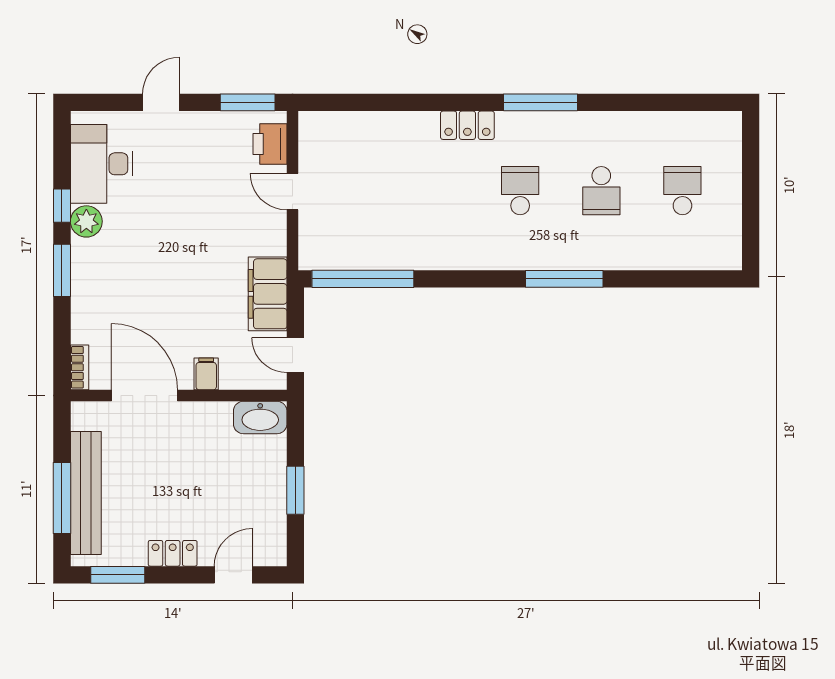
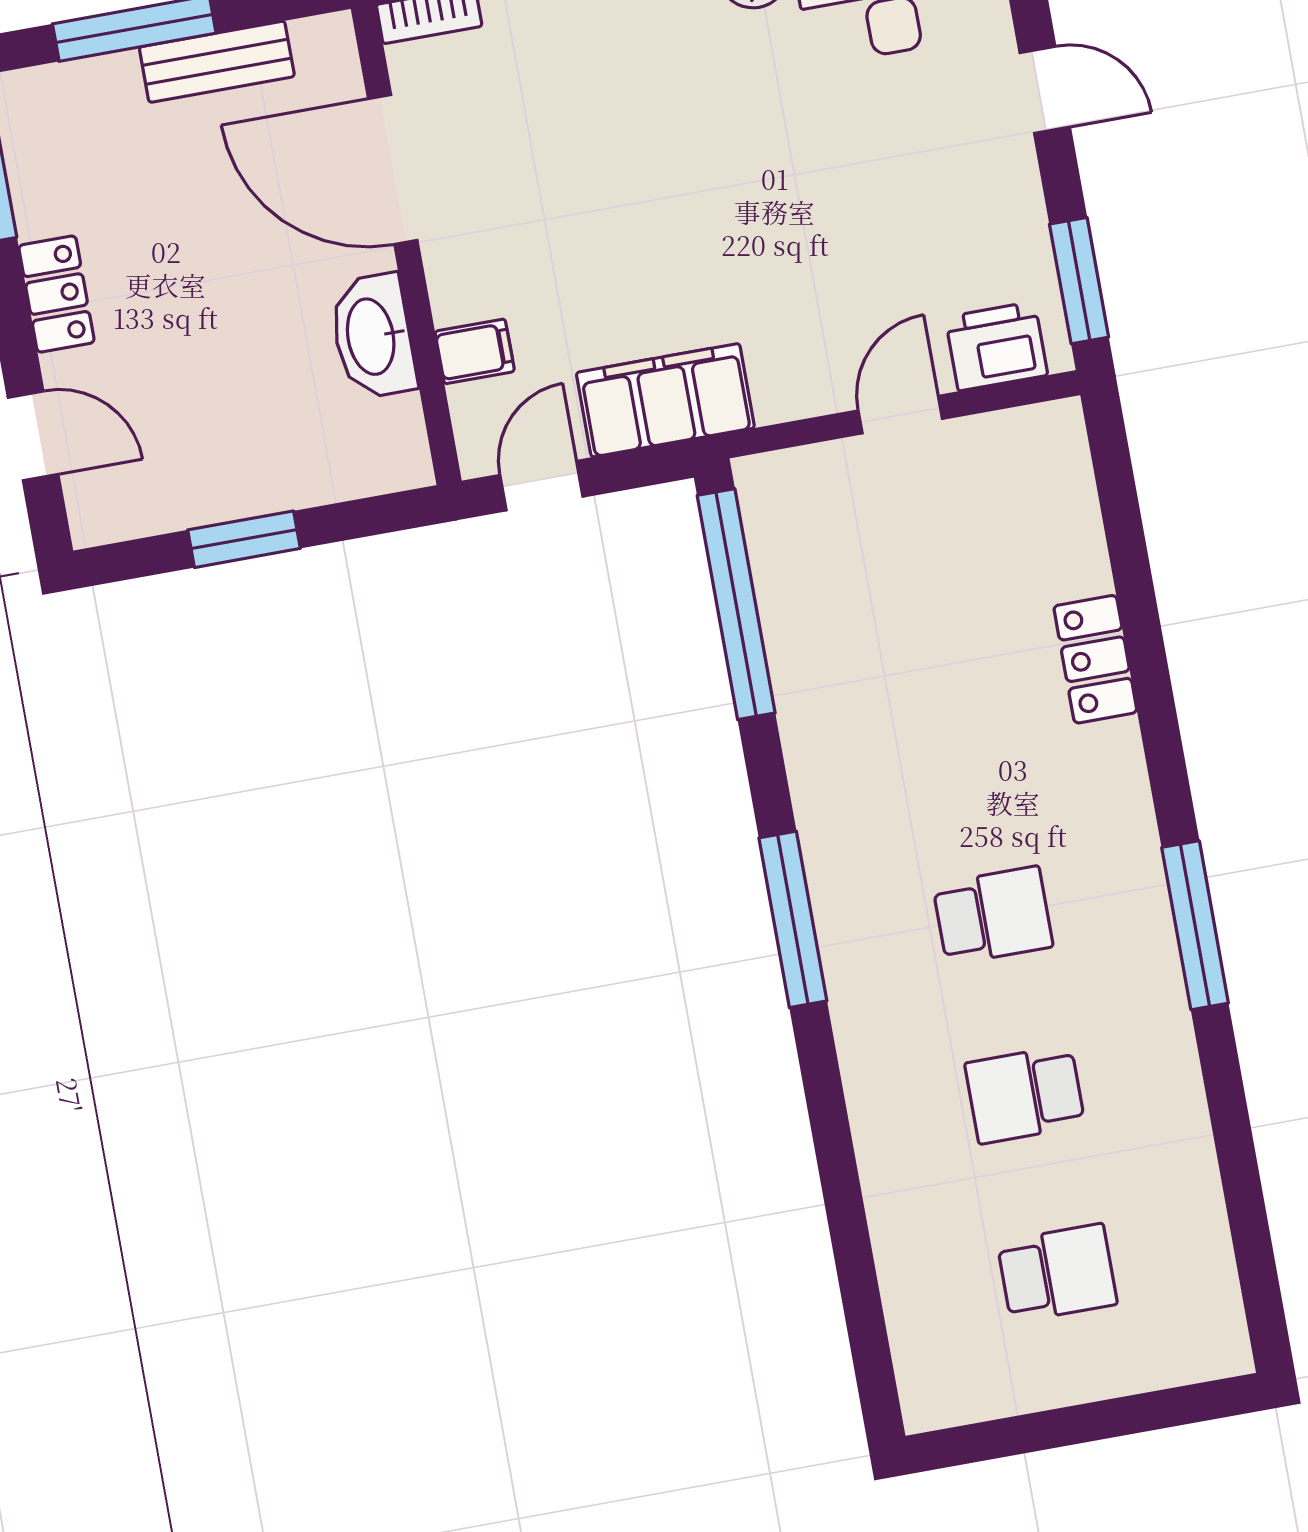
locker: (467, 125) -> (1095, 659), moved
window: (564, 279) -> (793, 919), moved
filing cabinet: (206, 374) -> (475, 351), moved
door: (144, 396) -> (393, 169), swing flipped
washbasin: (260, 417) -> (373, 336), moved
bench: (86, 493) -> (217, 62), width x0.54, depth x0.82

